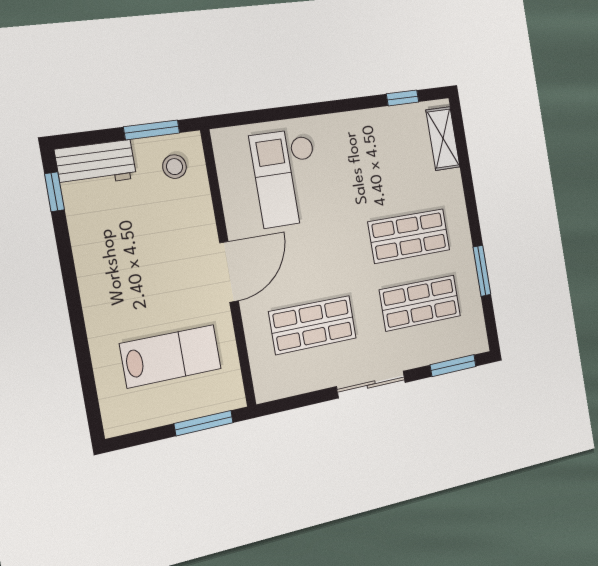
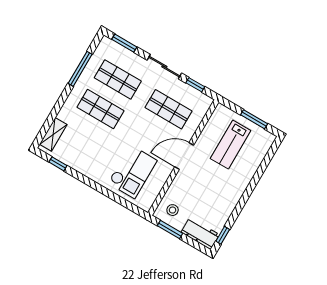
window: (482, 271) -> (80, 69), width x1.44
lab bench: (171, 356) -> (231, 144), turned -90
window: (304, 400) -> (195, 85), added
window: (204, 423) -> (254, 119), moved

